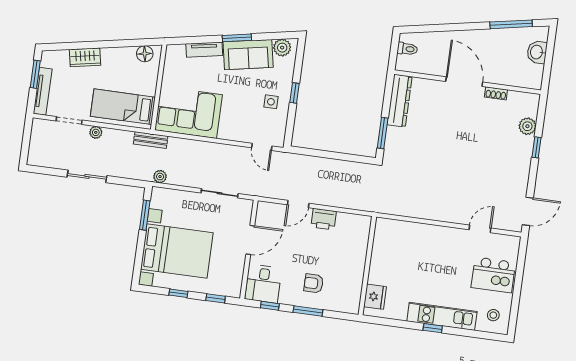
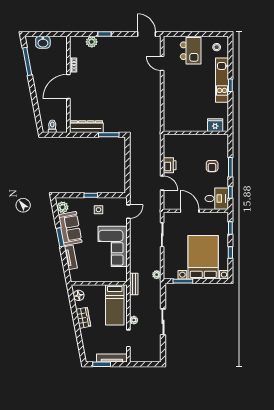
wardrobe: (85, 57) -> (83, 318), moved
corner sofa: (189, 112) -> (113, 246), moved

